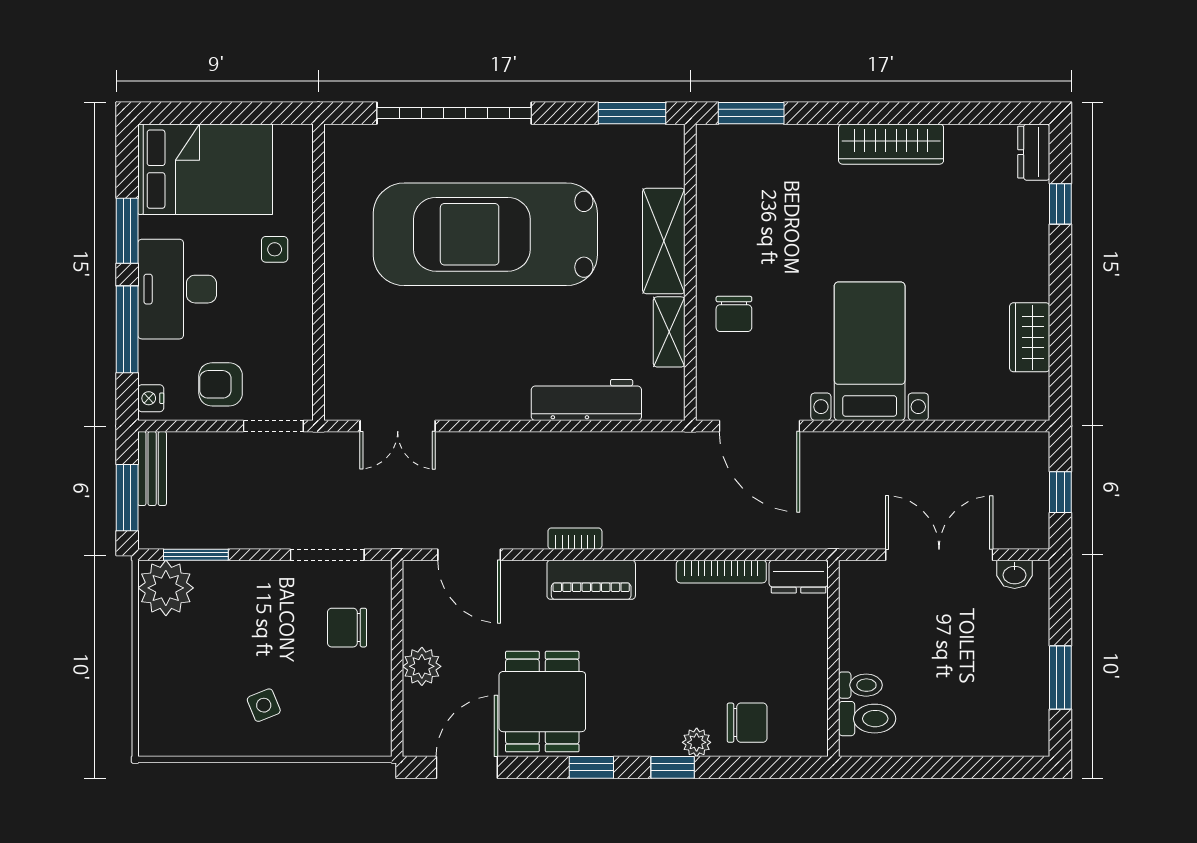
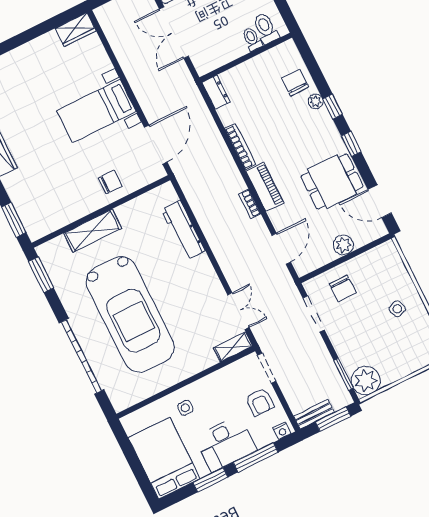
shelving: (669, 332) -> (233, 347), moved
wardrobe: (1030, 337) -> (76, 29), moved
bookcase: (721, 572) -> (240, 146), moved

